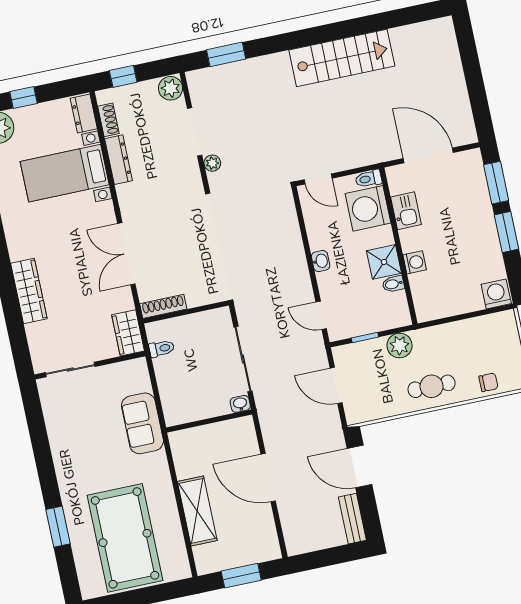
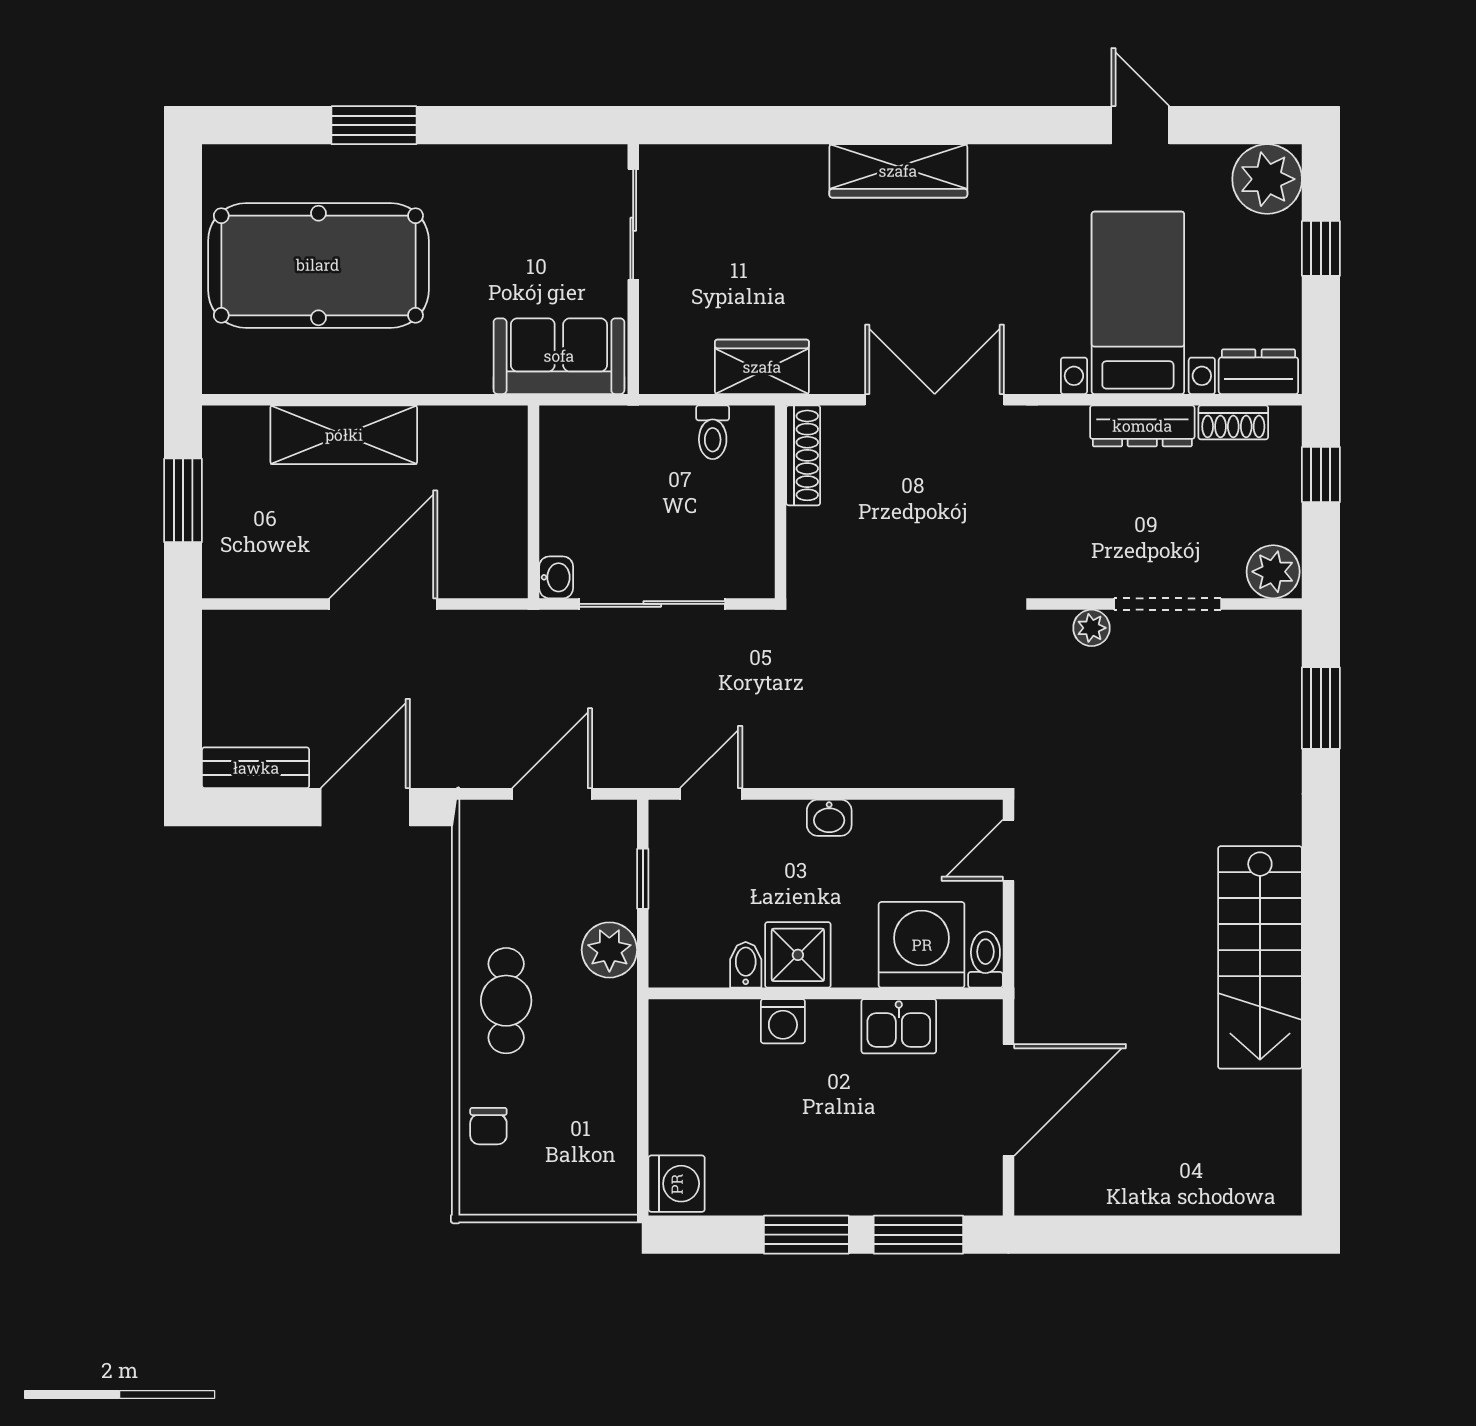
wall: (90, 365) -> (633, 269), moved
sliding door: (70, 369) -> (633, 224), moved

